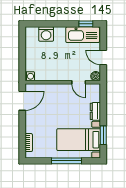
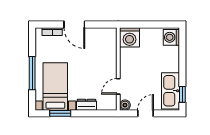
washing machine: (46, 34) -> (171, 37), moved
washing machine: (30, 76) -> (130, 37), width x1.89, depth x1.89
door: (22, 101) -> (74, 24), moved

